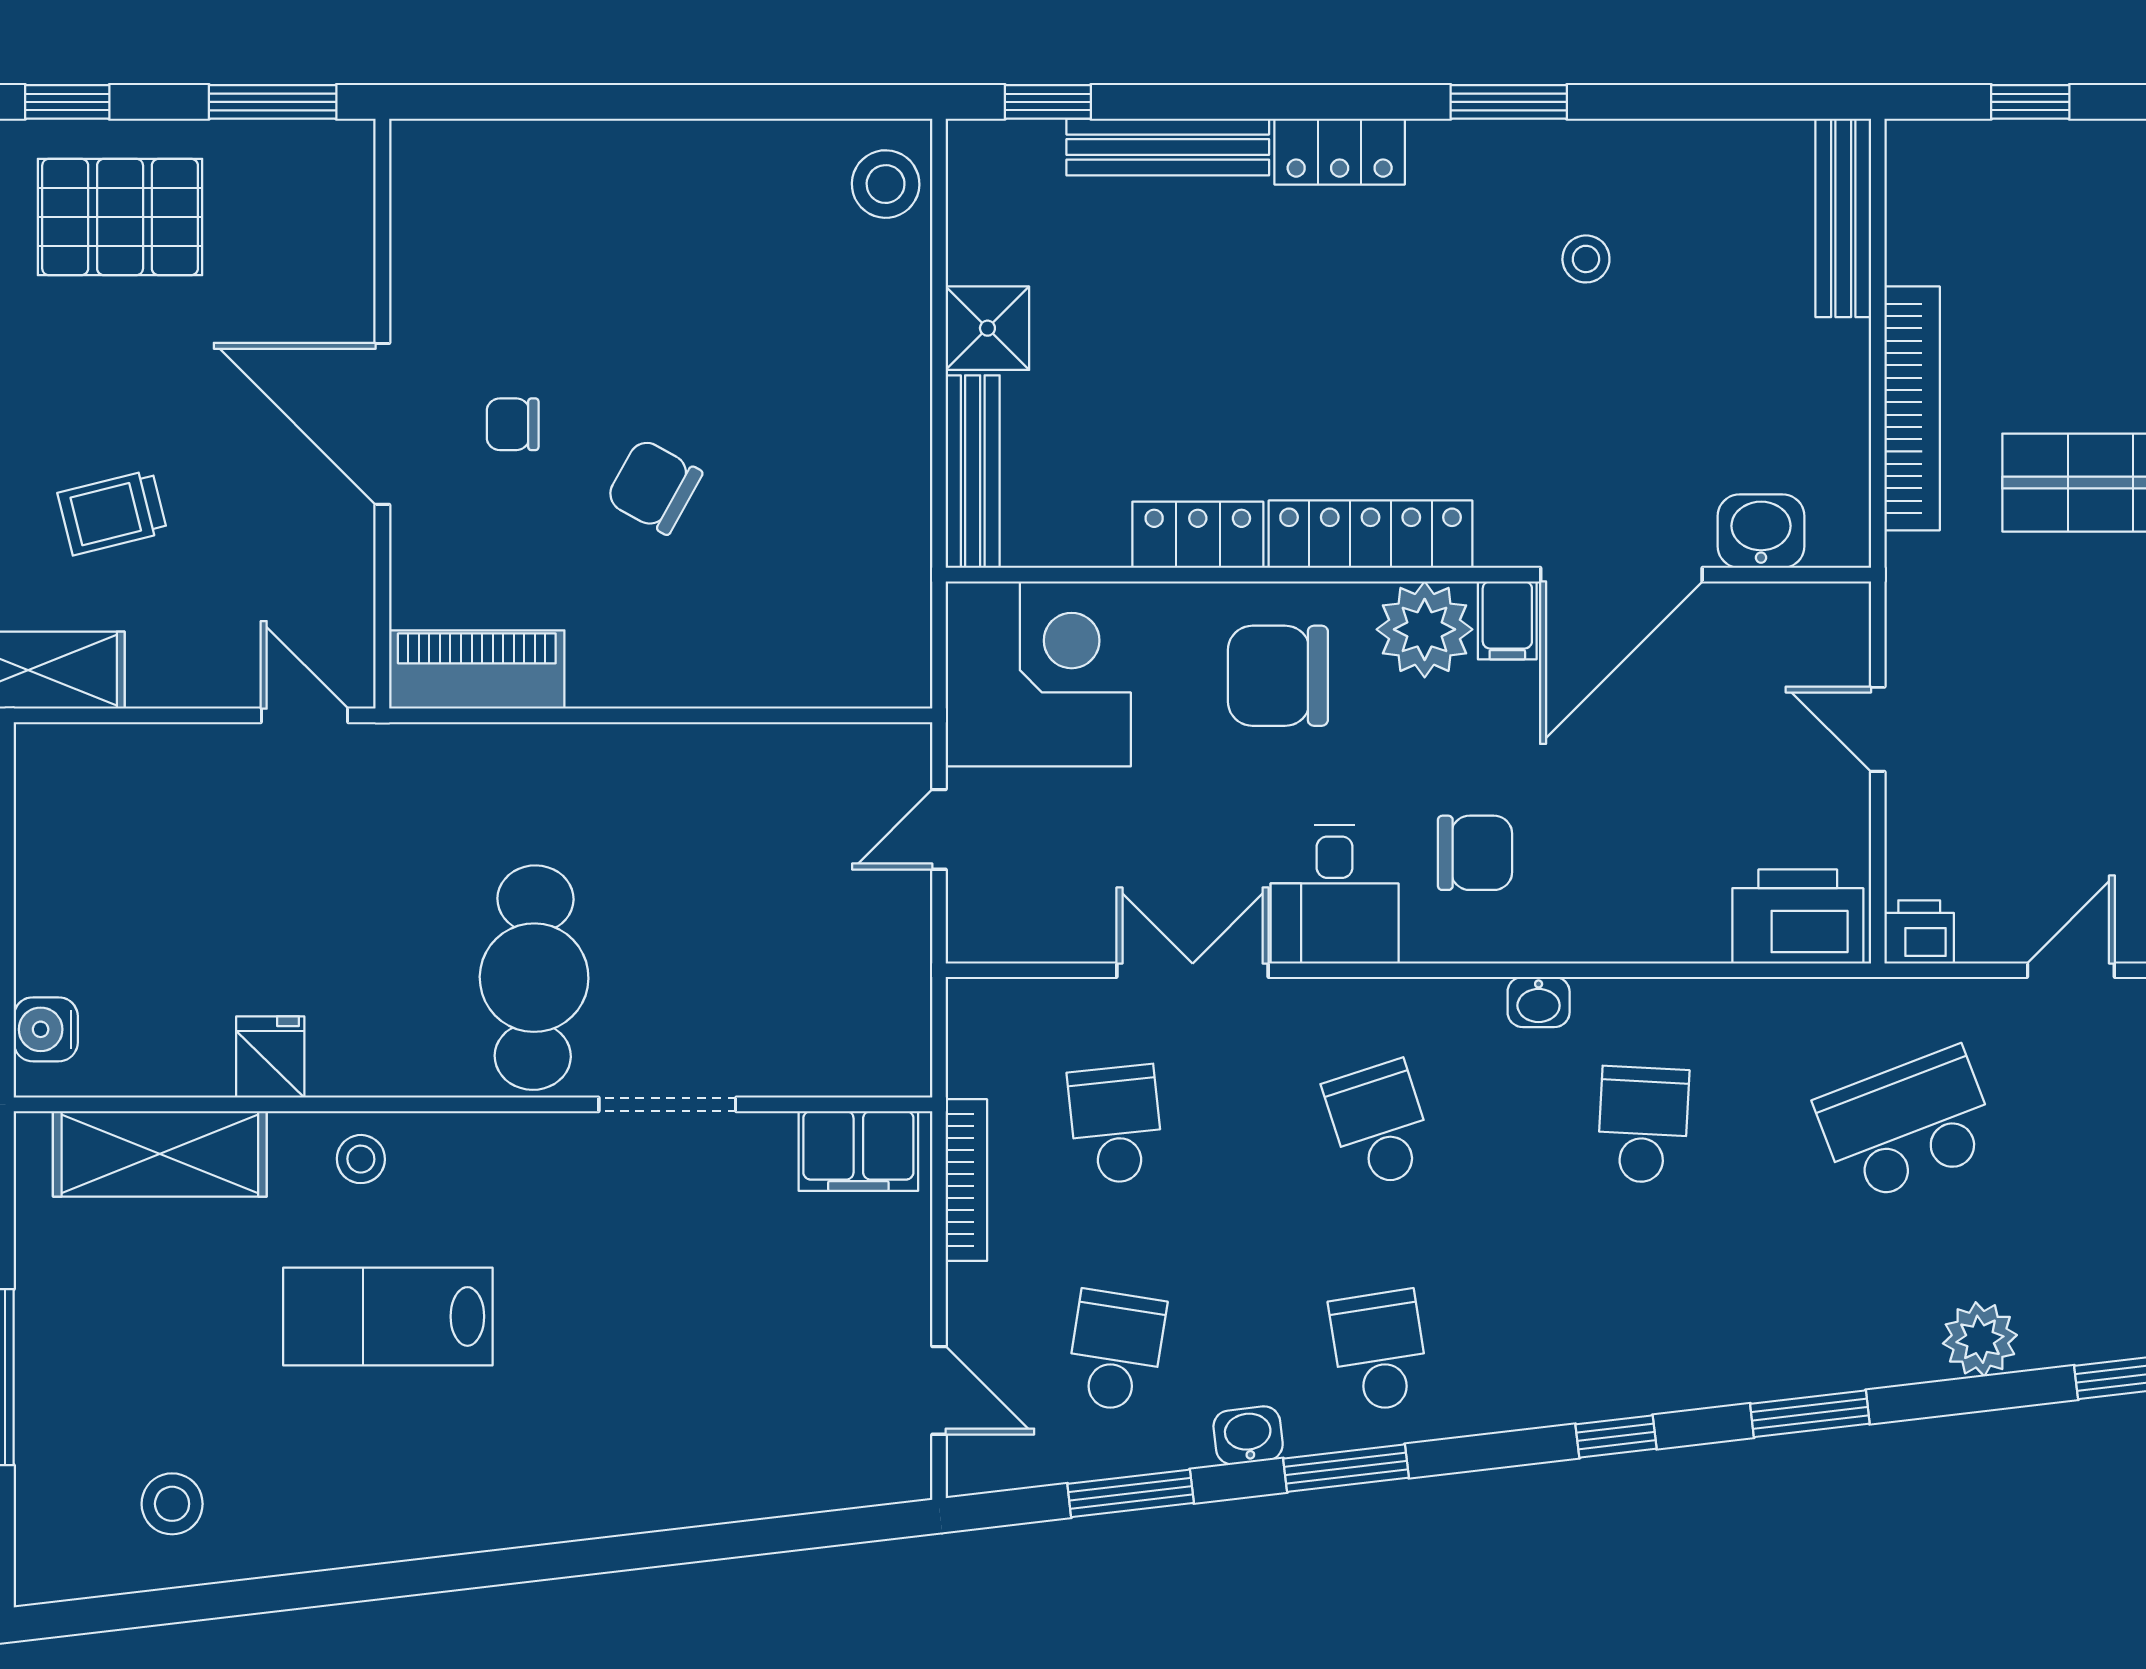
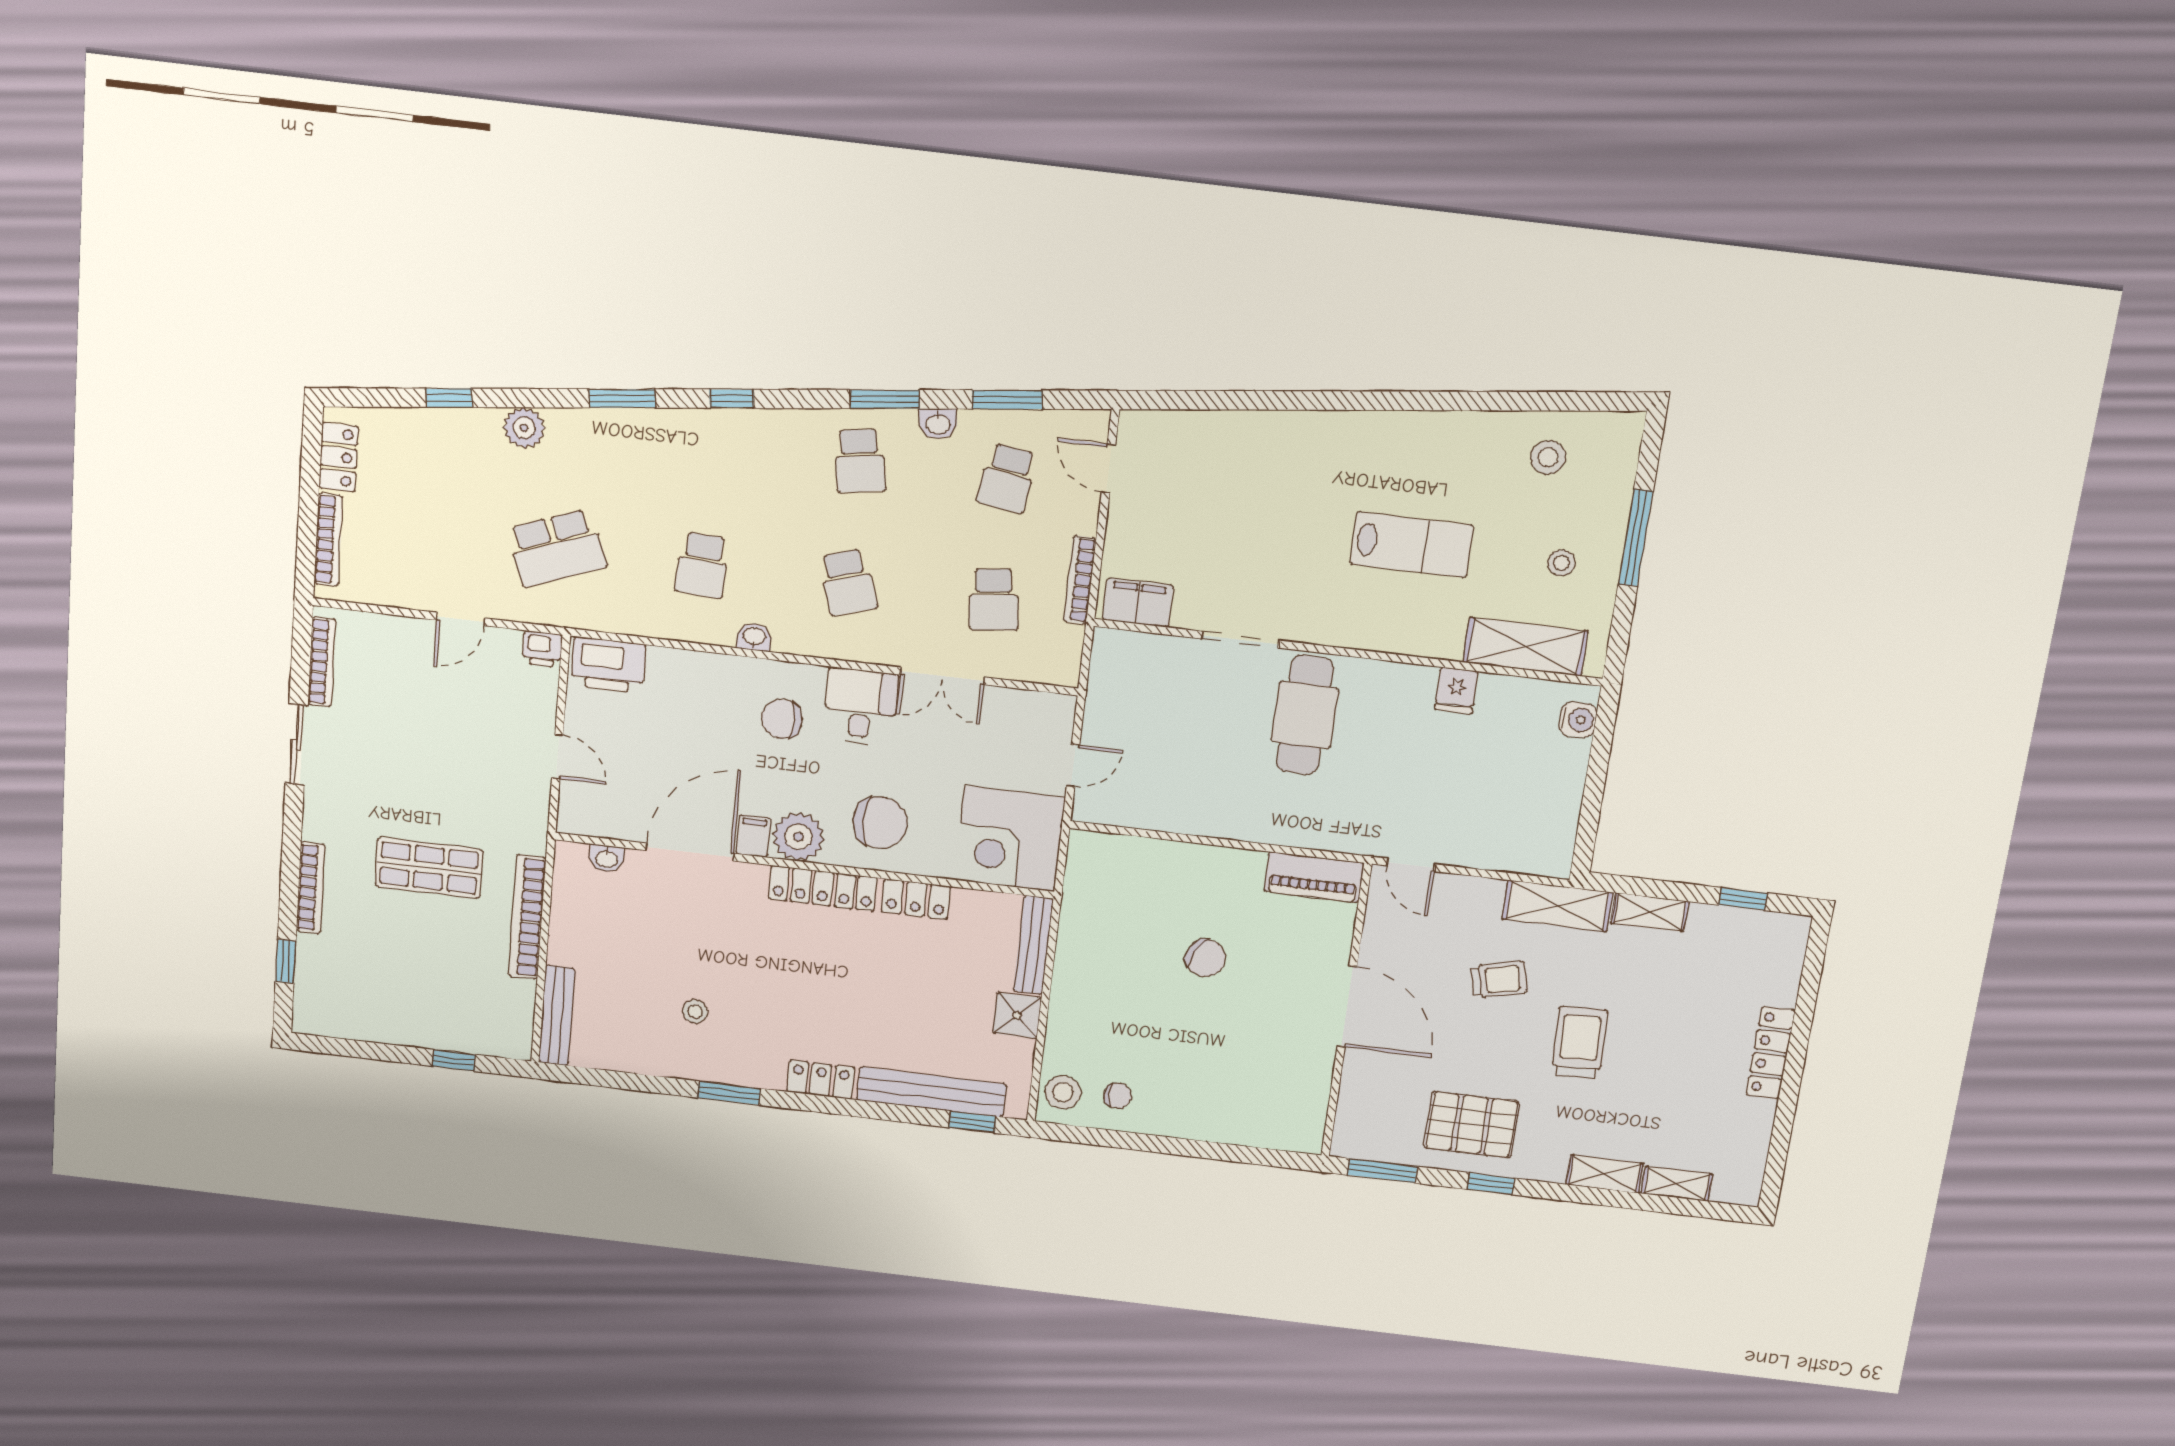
bench: (1168, 147) -> (931, 1092), width x1.37, depth x1.21
chair: (513, 424) -> (1118, 1096), moved
washbasin: (1761, 531) -> (607, 858), width x0.72, depth x0.69
stool: (361, 1159) -> (1561, 563), moved

